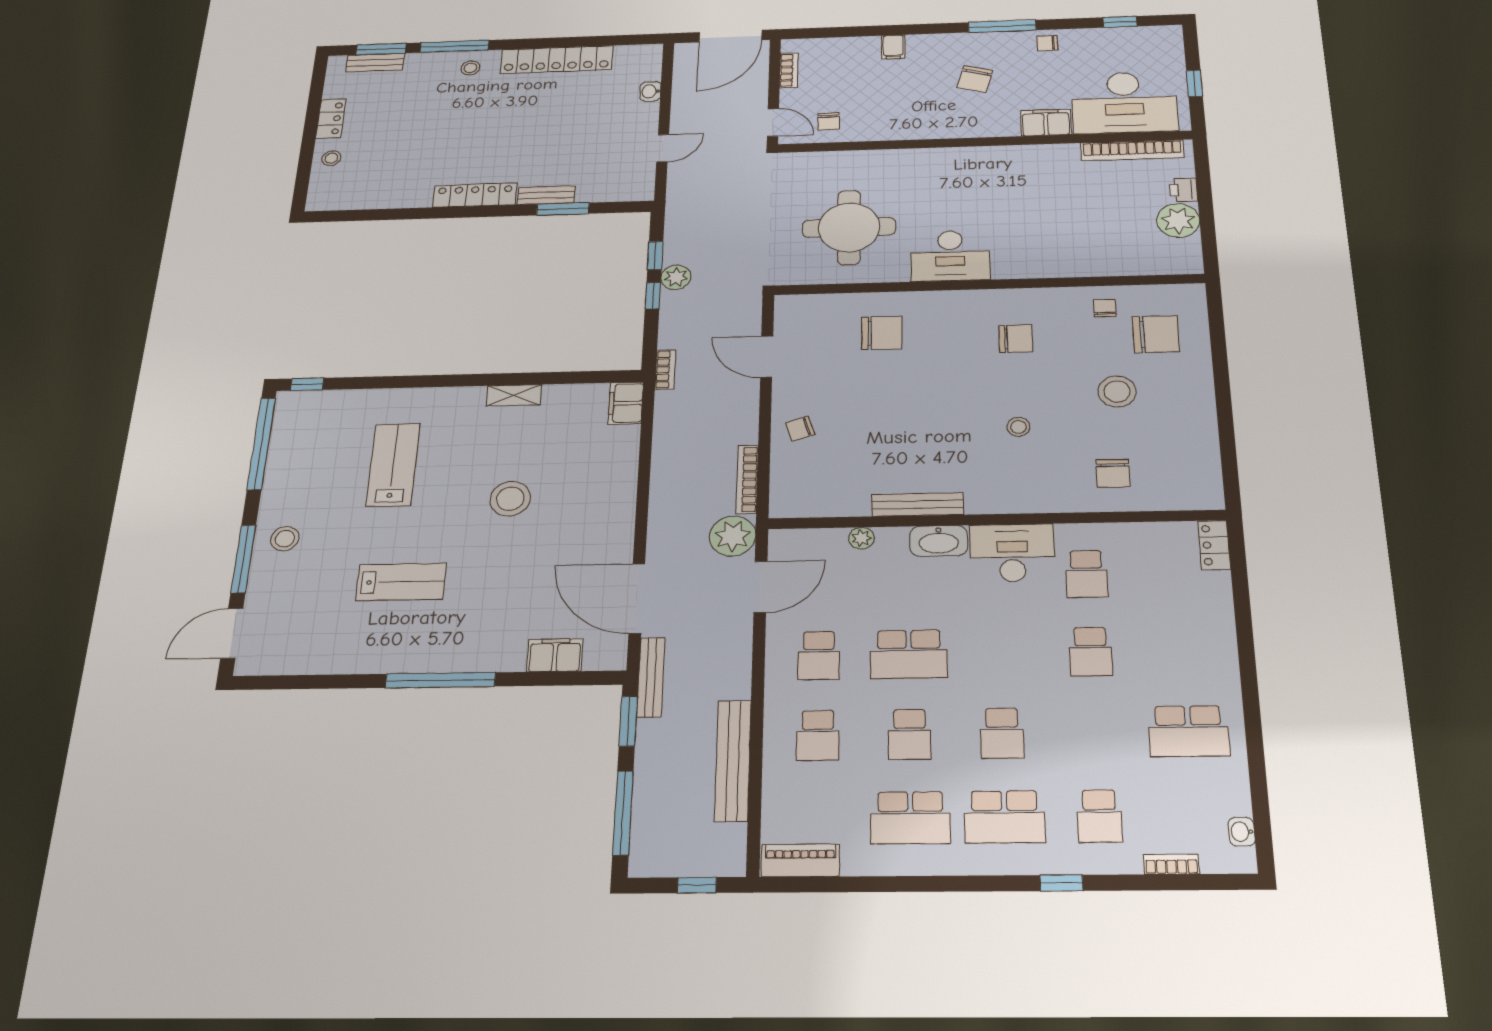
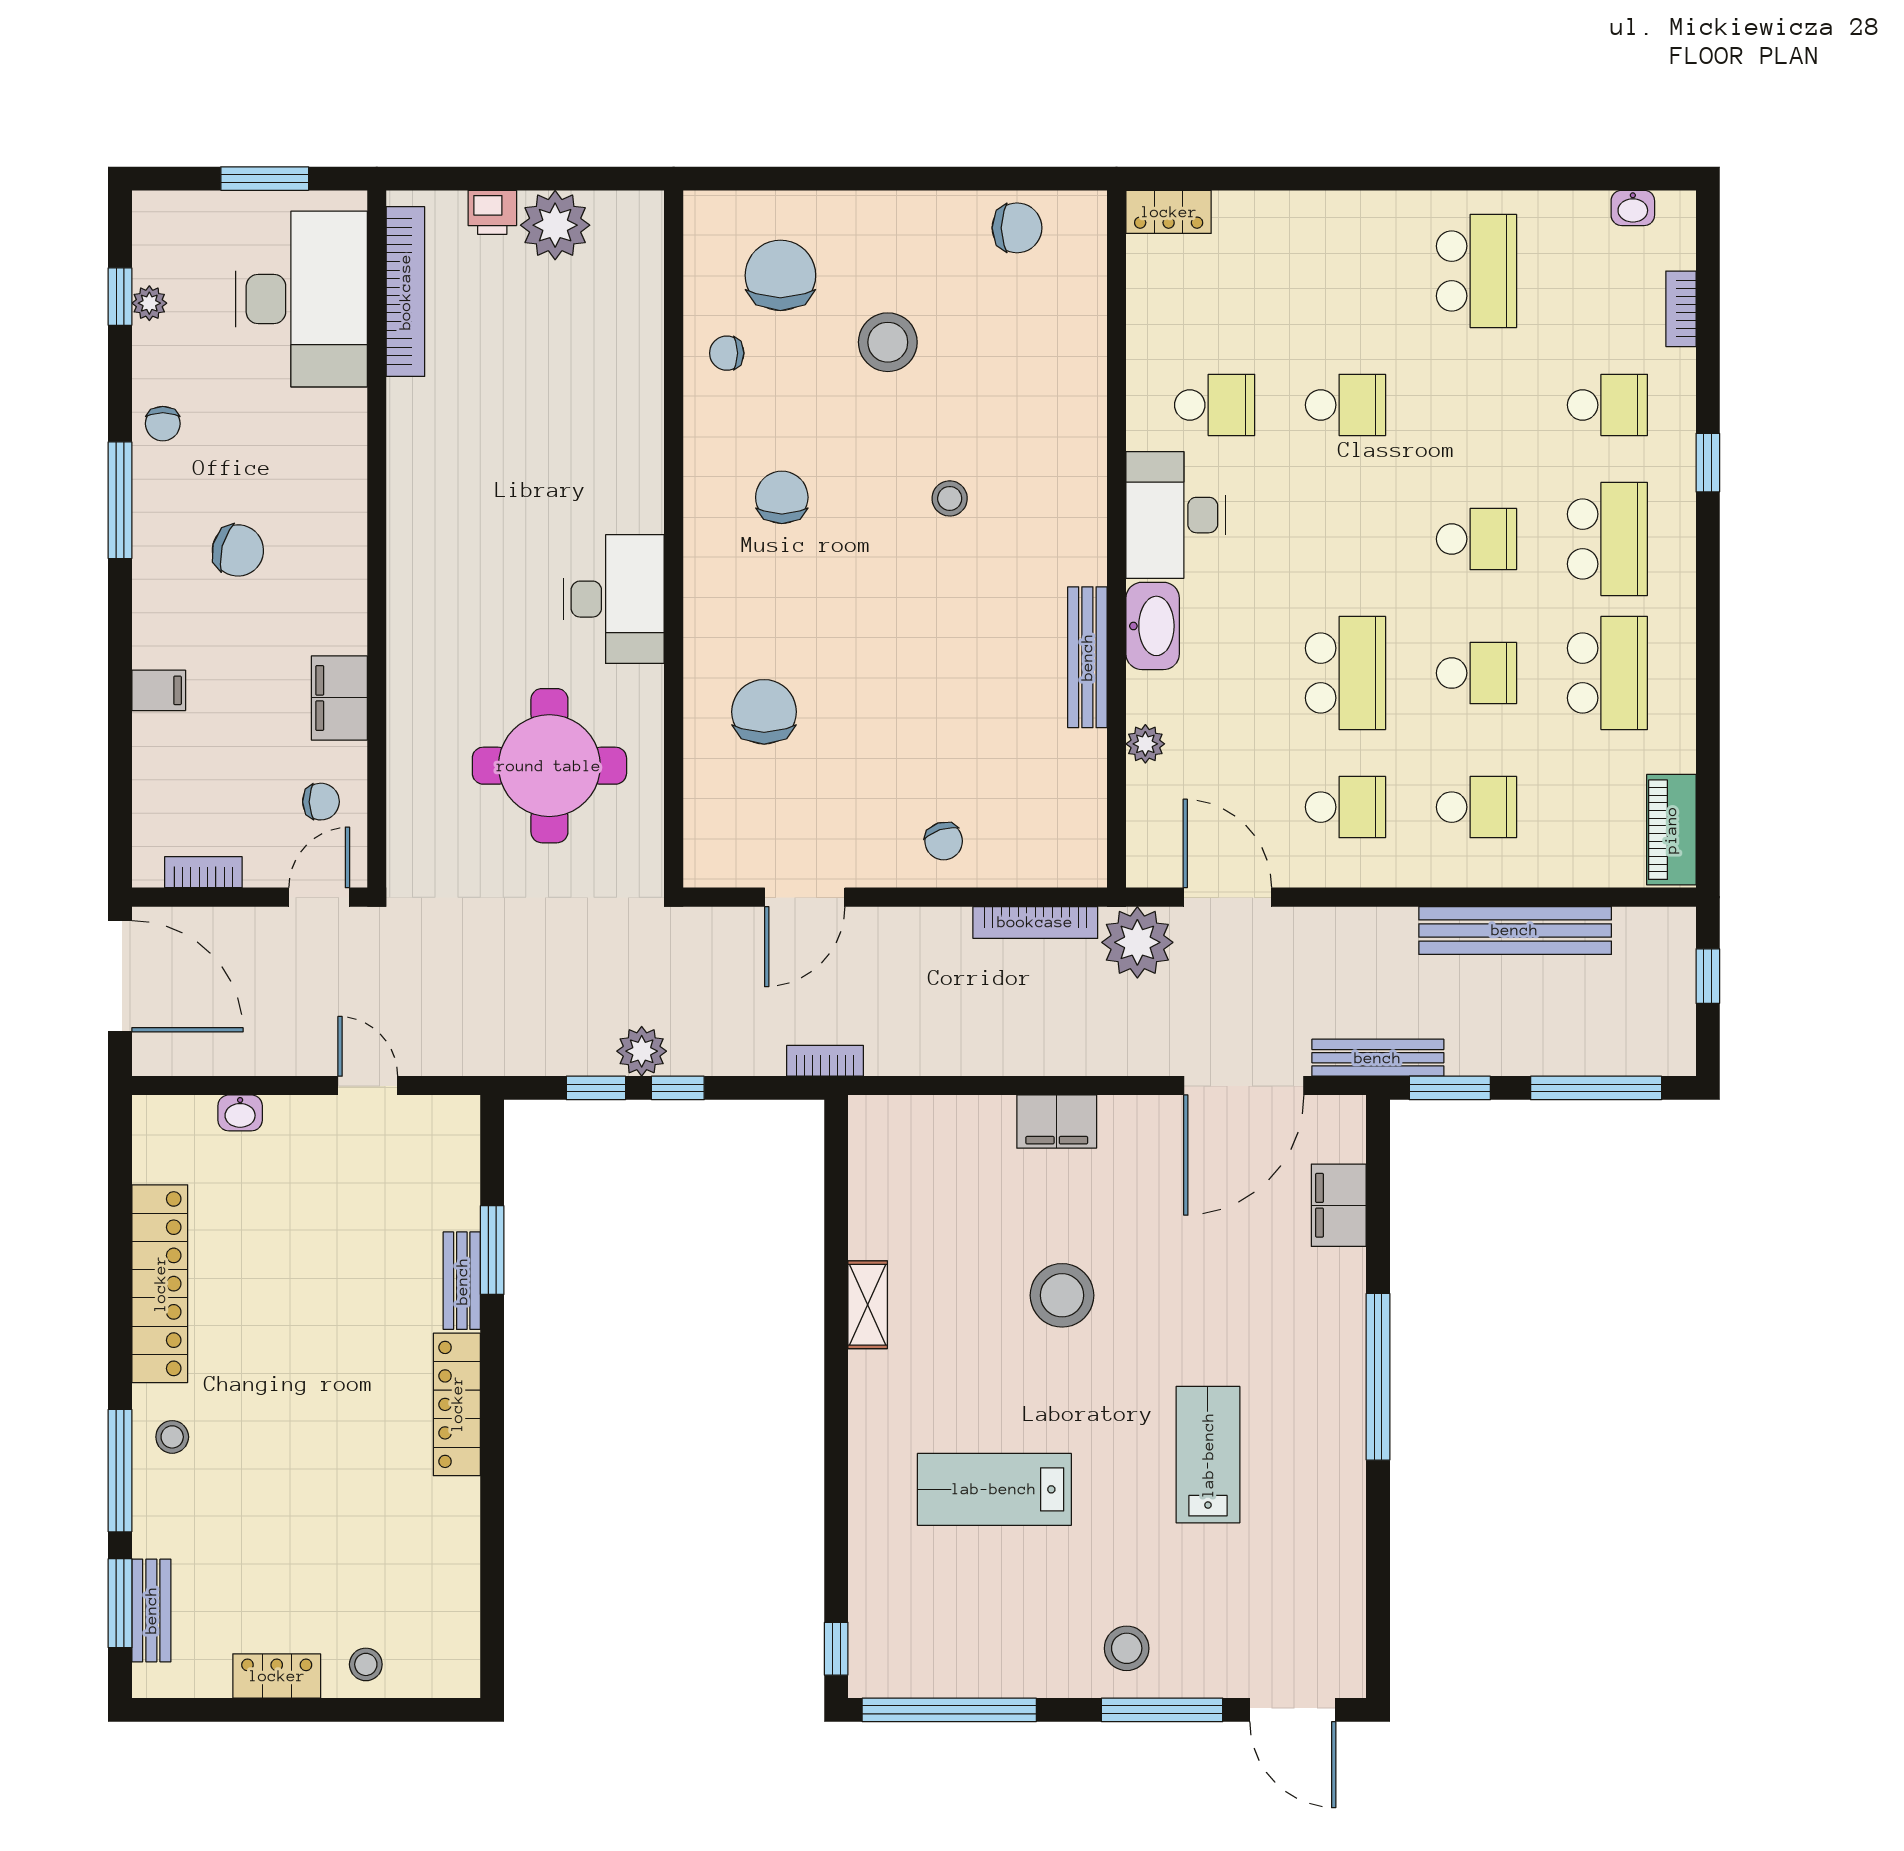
plant: (1117, 35) -> (149, 303), added
window: (1194, 83) -> (265, 179), width x1.50
filing cabinet: (1046, 123) -> (339, 698), moved
filing cabinet: (626, 403) -> (1057, 1122), moved
chair: (1113, 473) -> (1017, 228), moved

